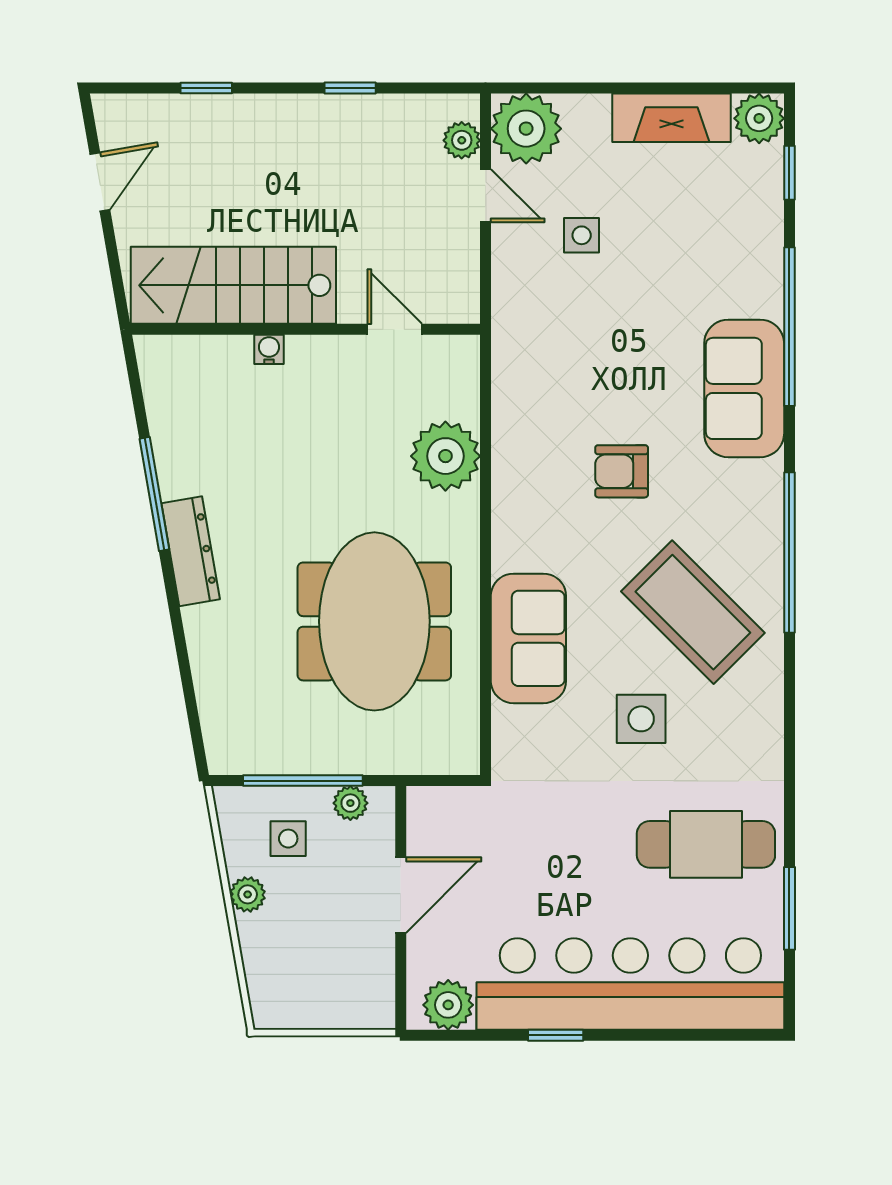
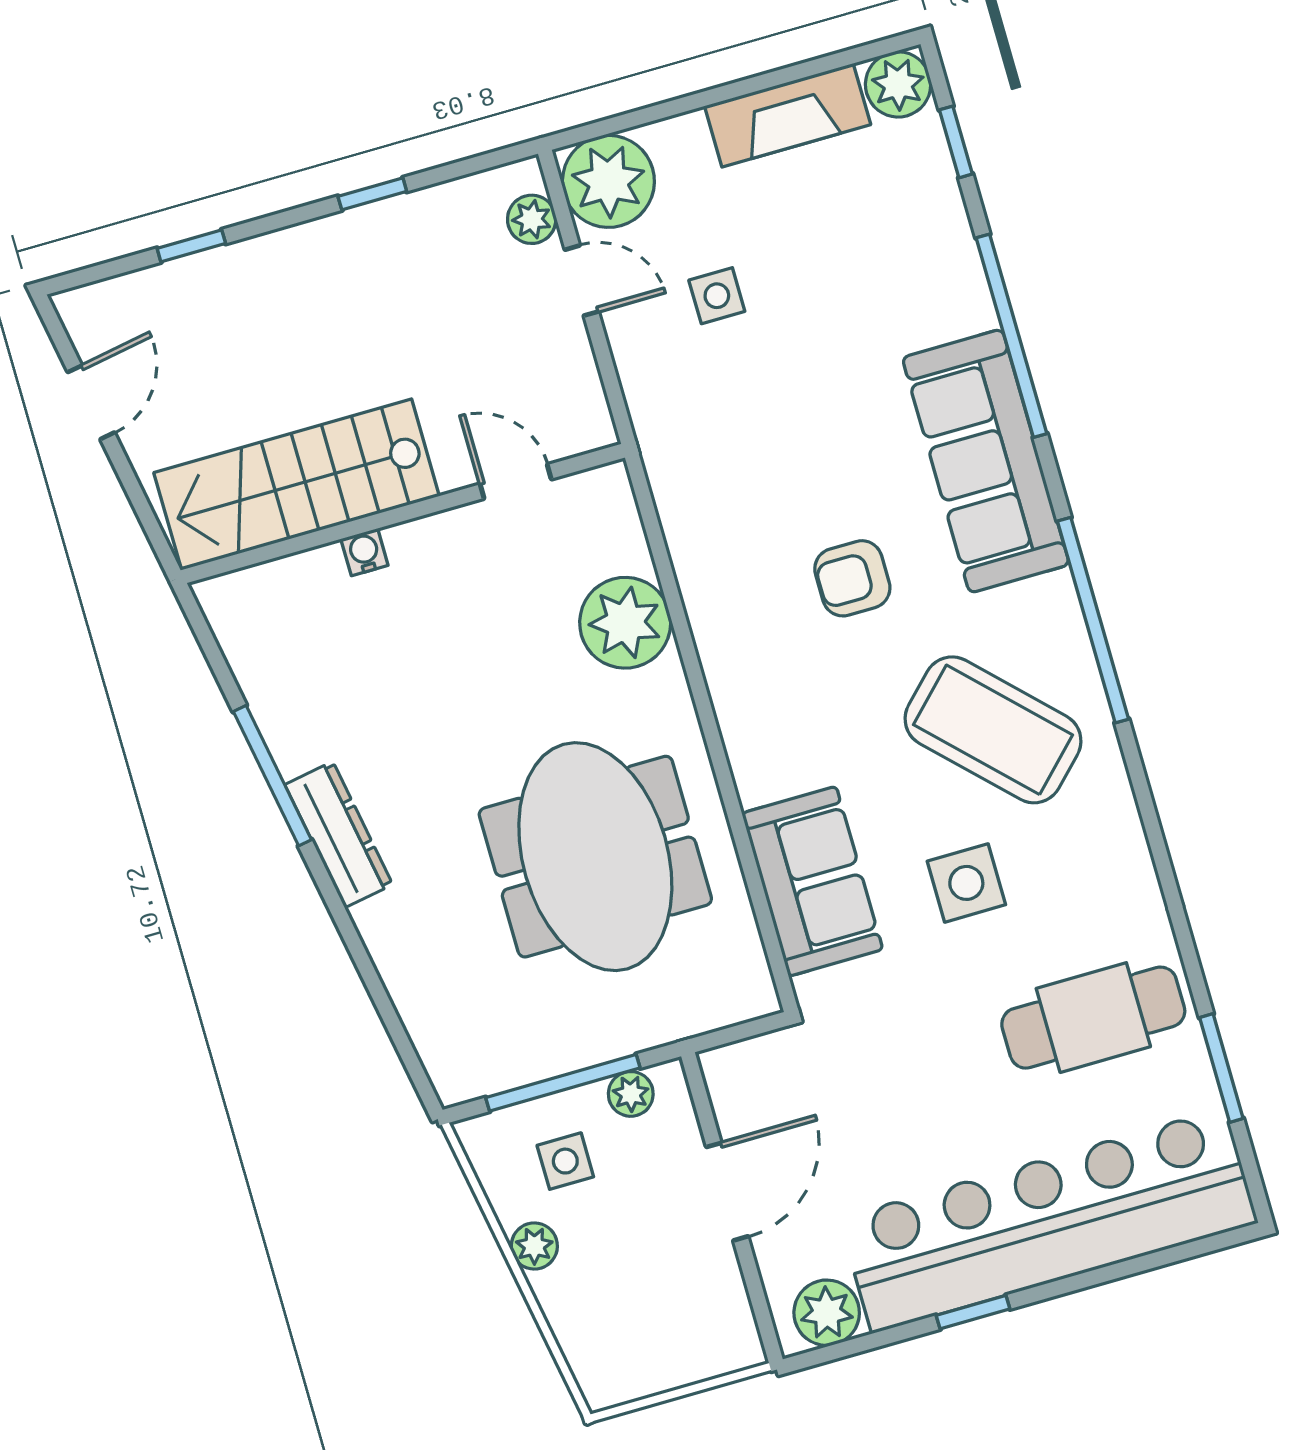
sofa: (744, 388) -> (986, 461), width x1.36
sofa: (528, 638) -> (812, 881), moved

